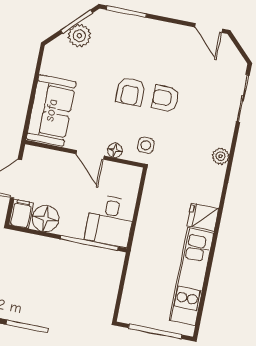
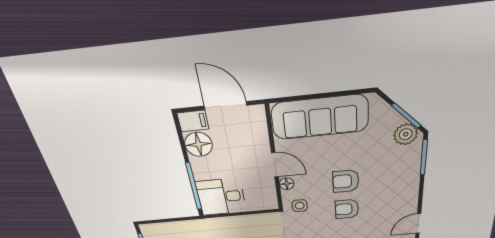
plant: (79, 36) -> (406, 134), moved
armchair: (165, 98) -> (347, 209), turned -90
sofa: (51, 110) -> (320, 117), width x1.36
door: (90, 155) -> (275, 165), swing flipped

